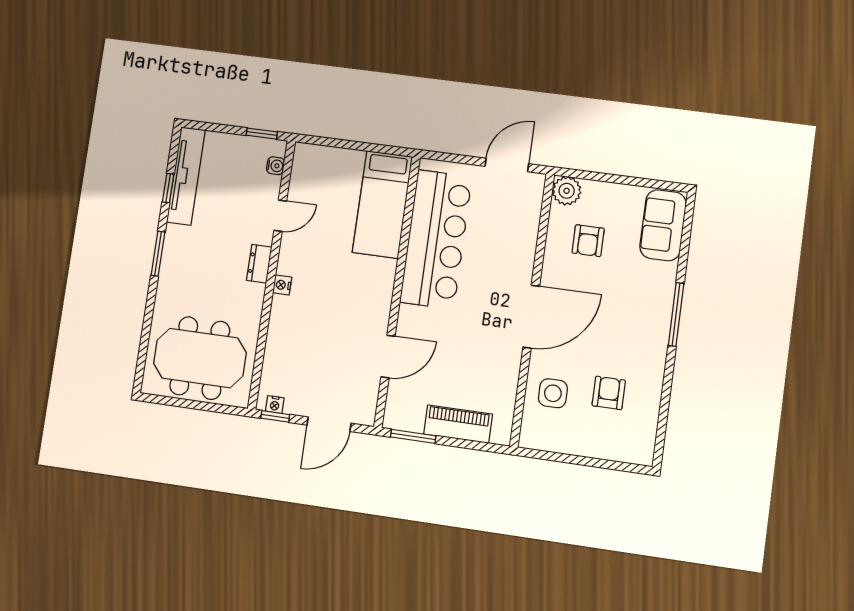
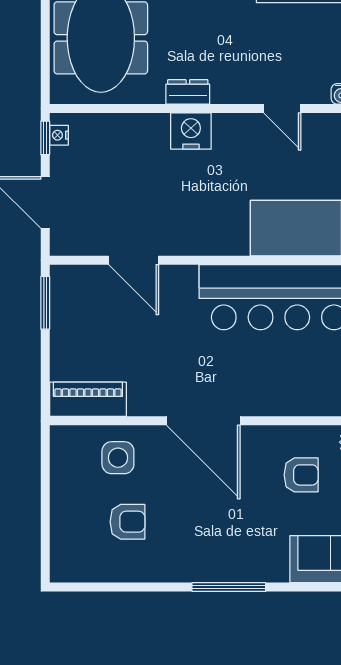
armchair: (588, 241) -> (301, 475), turned 180
dresser: (259, 264) -> (188, 92), moved
nightstand: (282, 285) -> (191, 131), width x1.89, depth x1.79
piano: (458, 424) -> (88, 399), moved, turned -90

